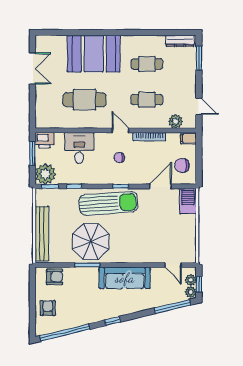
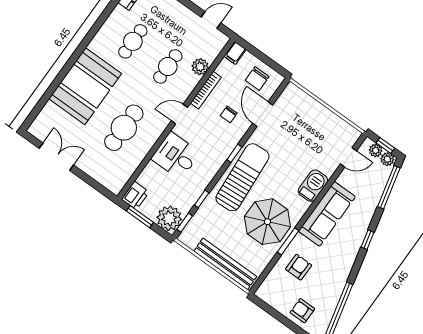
plant: (175, 121) -> (200, 67), moved
desk: (79, 148) -> (176, 156), moved
chair: (119, 158) -> (229, 114), moved
barbecue: (188, 201) -> (313, 186), moved, turned 90
armchair: (54, 277) -> (299, 267), moved
window: (113, 321) -> (367, 240), moved

